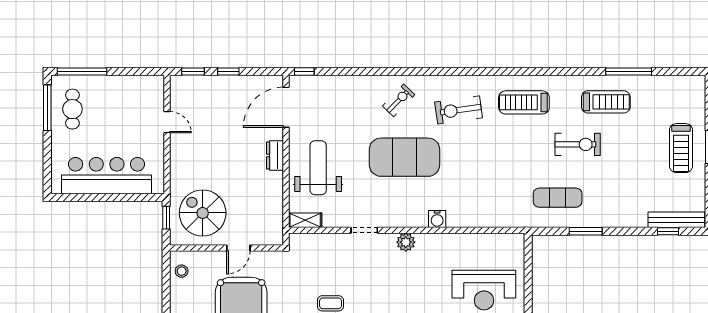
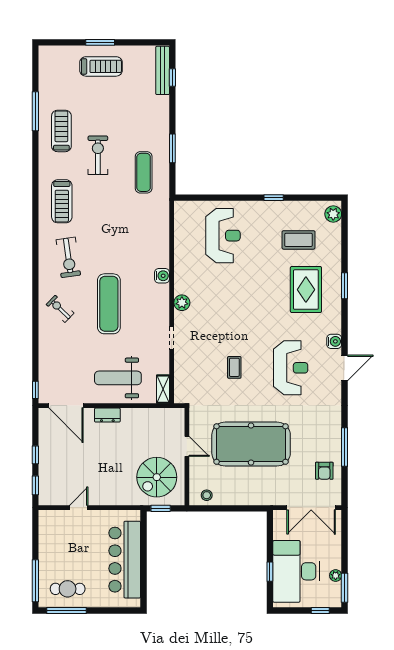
exercise mat: (405, 157) -> (109, 304), width x0.68

